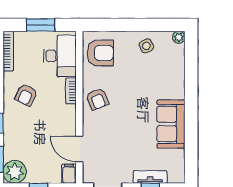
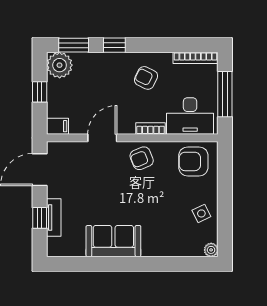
window: (40, 25) -> (225, 94), width x1.44
armchair: (100, 53) -> (193, 161), turned 90
door: (79, 149) -> (102, 138), moved

